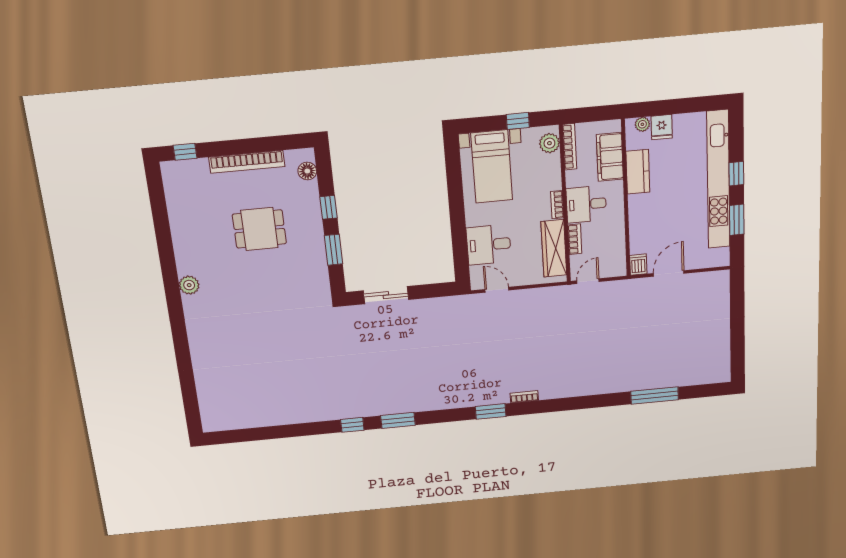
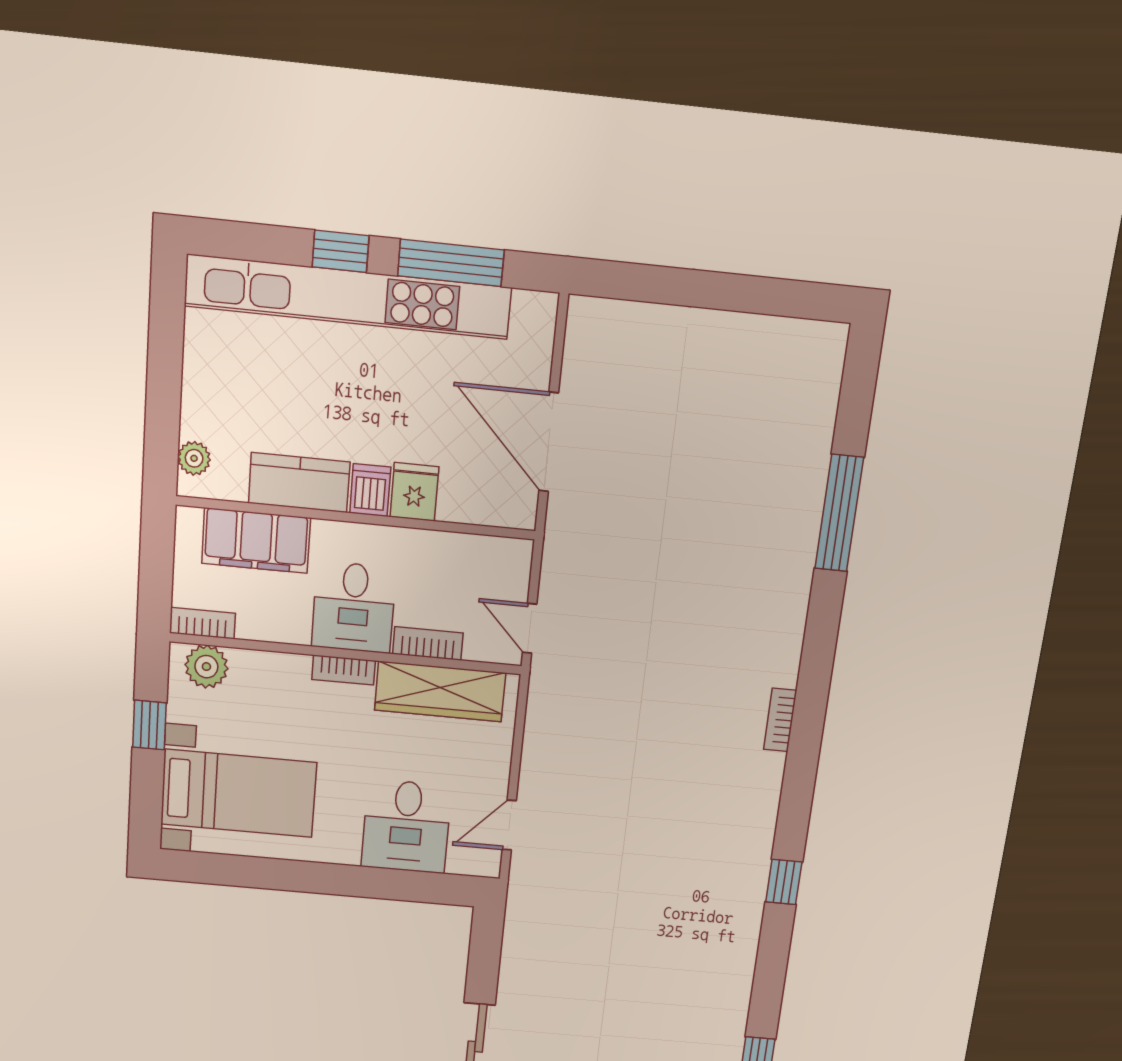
fridge: (662, 127) -> (414, 492), moved, turned -90
bookcase: (570, 147) -> (202, 623), width x0.64
window: (737, 220) -> (451, 263), width x1.44
dishwasher: (638, 265) -> (370, 490), moved, turned 90
door: (669, 273) -> (549, 442), width x1.36
bookcase: (524, 397) -> (780, 720), moved
window: (491, 411) -> (784, 882), width x0.67

